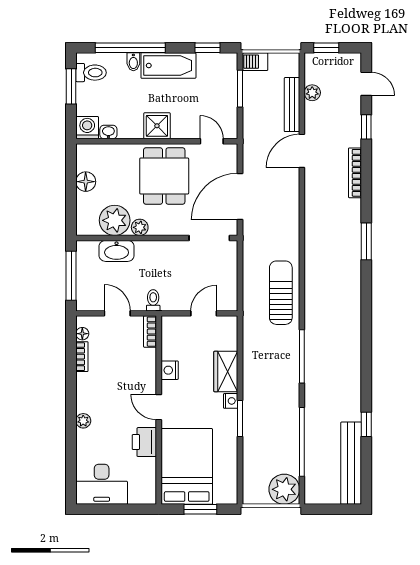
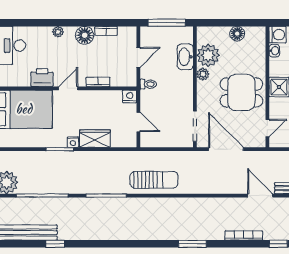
bookcase: (150, 332) -> (98, 82), moved
floor lamp: (82, 334) -> (85, 35), moved, width x1.89, depth x1.89
nightstand: (170, 370) -> (130, 96), moved

